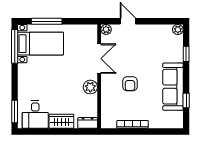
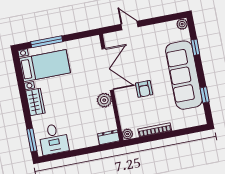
plant: (106, 29) -> (128, 134), moved
window: (15, 46) -> (19, 74), removed
double door: (99, 59) -> (108, 69), width x1.37
sofa: (173, 87) -> (184, 75), width x1.36, depth x1.27
wardrobe: (61, 121) -> (35, 102), moved, turned 90

